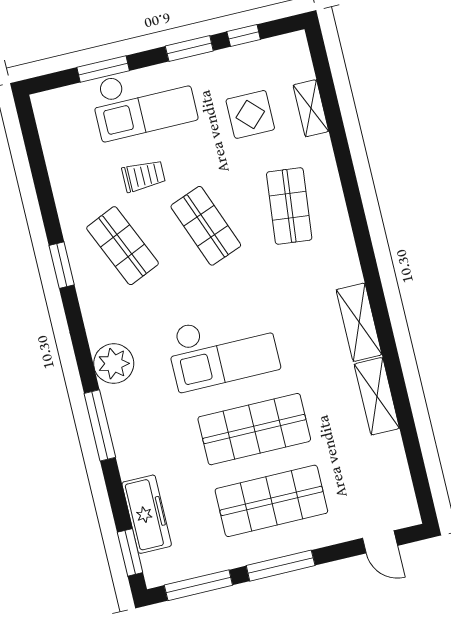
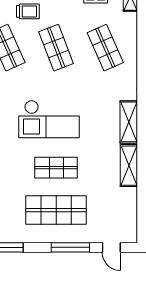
shop shelf: (289, 206) -> (105, 48), turned -30
shop shelf: (254, 429) -> (56, 168), width x0.70, depth x0.74
window: (281, 566) -> (70, 247), moved

